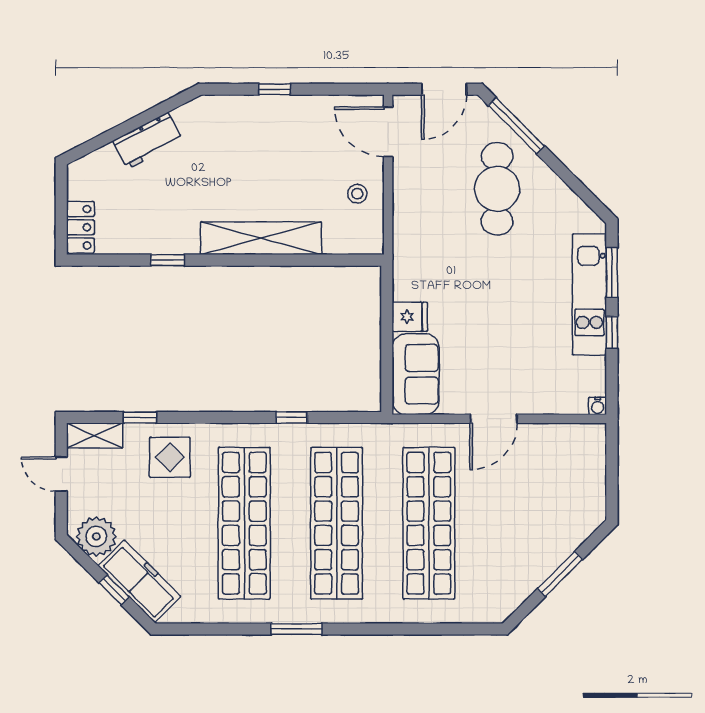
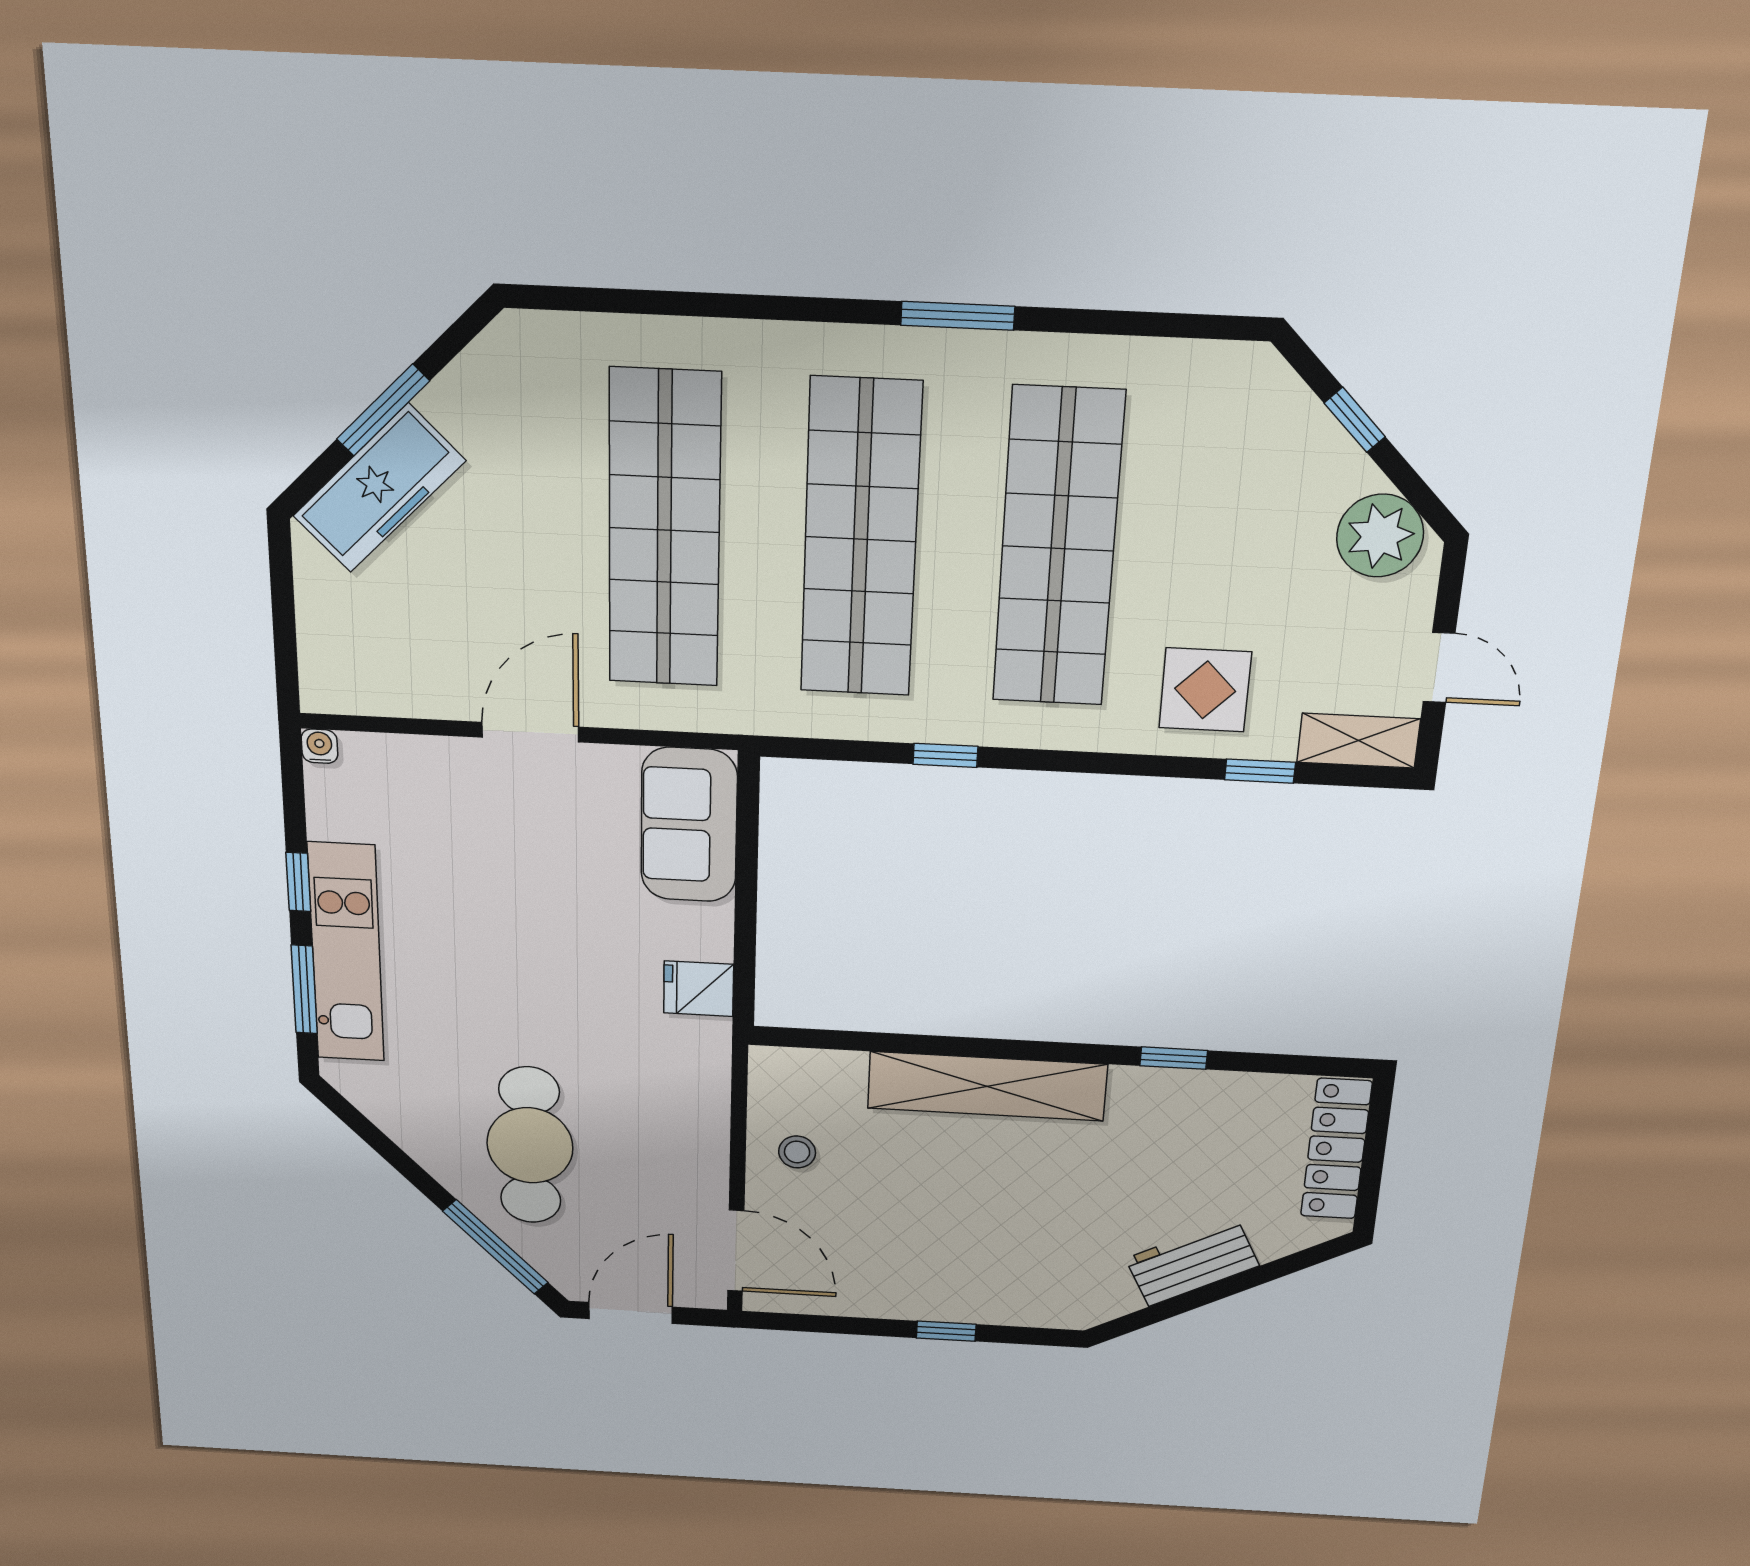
locker: (81, 227) -> (1336, 1149), width x1.53
fridge: (410, 317) -> (699, 989), moved
freezer: (139, 581) -> (379, 488), moved, turned -90

